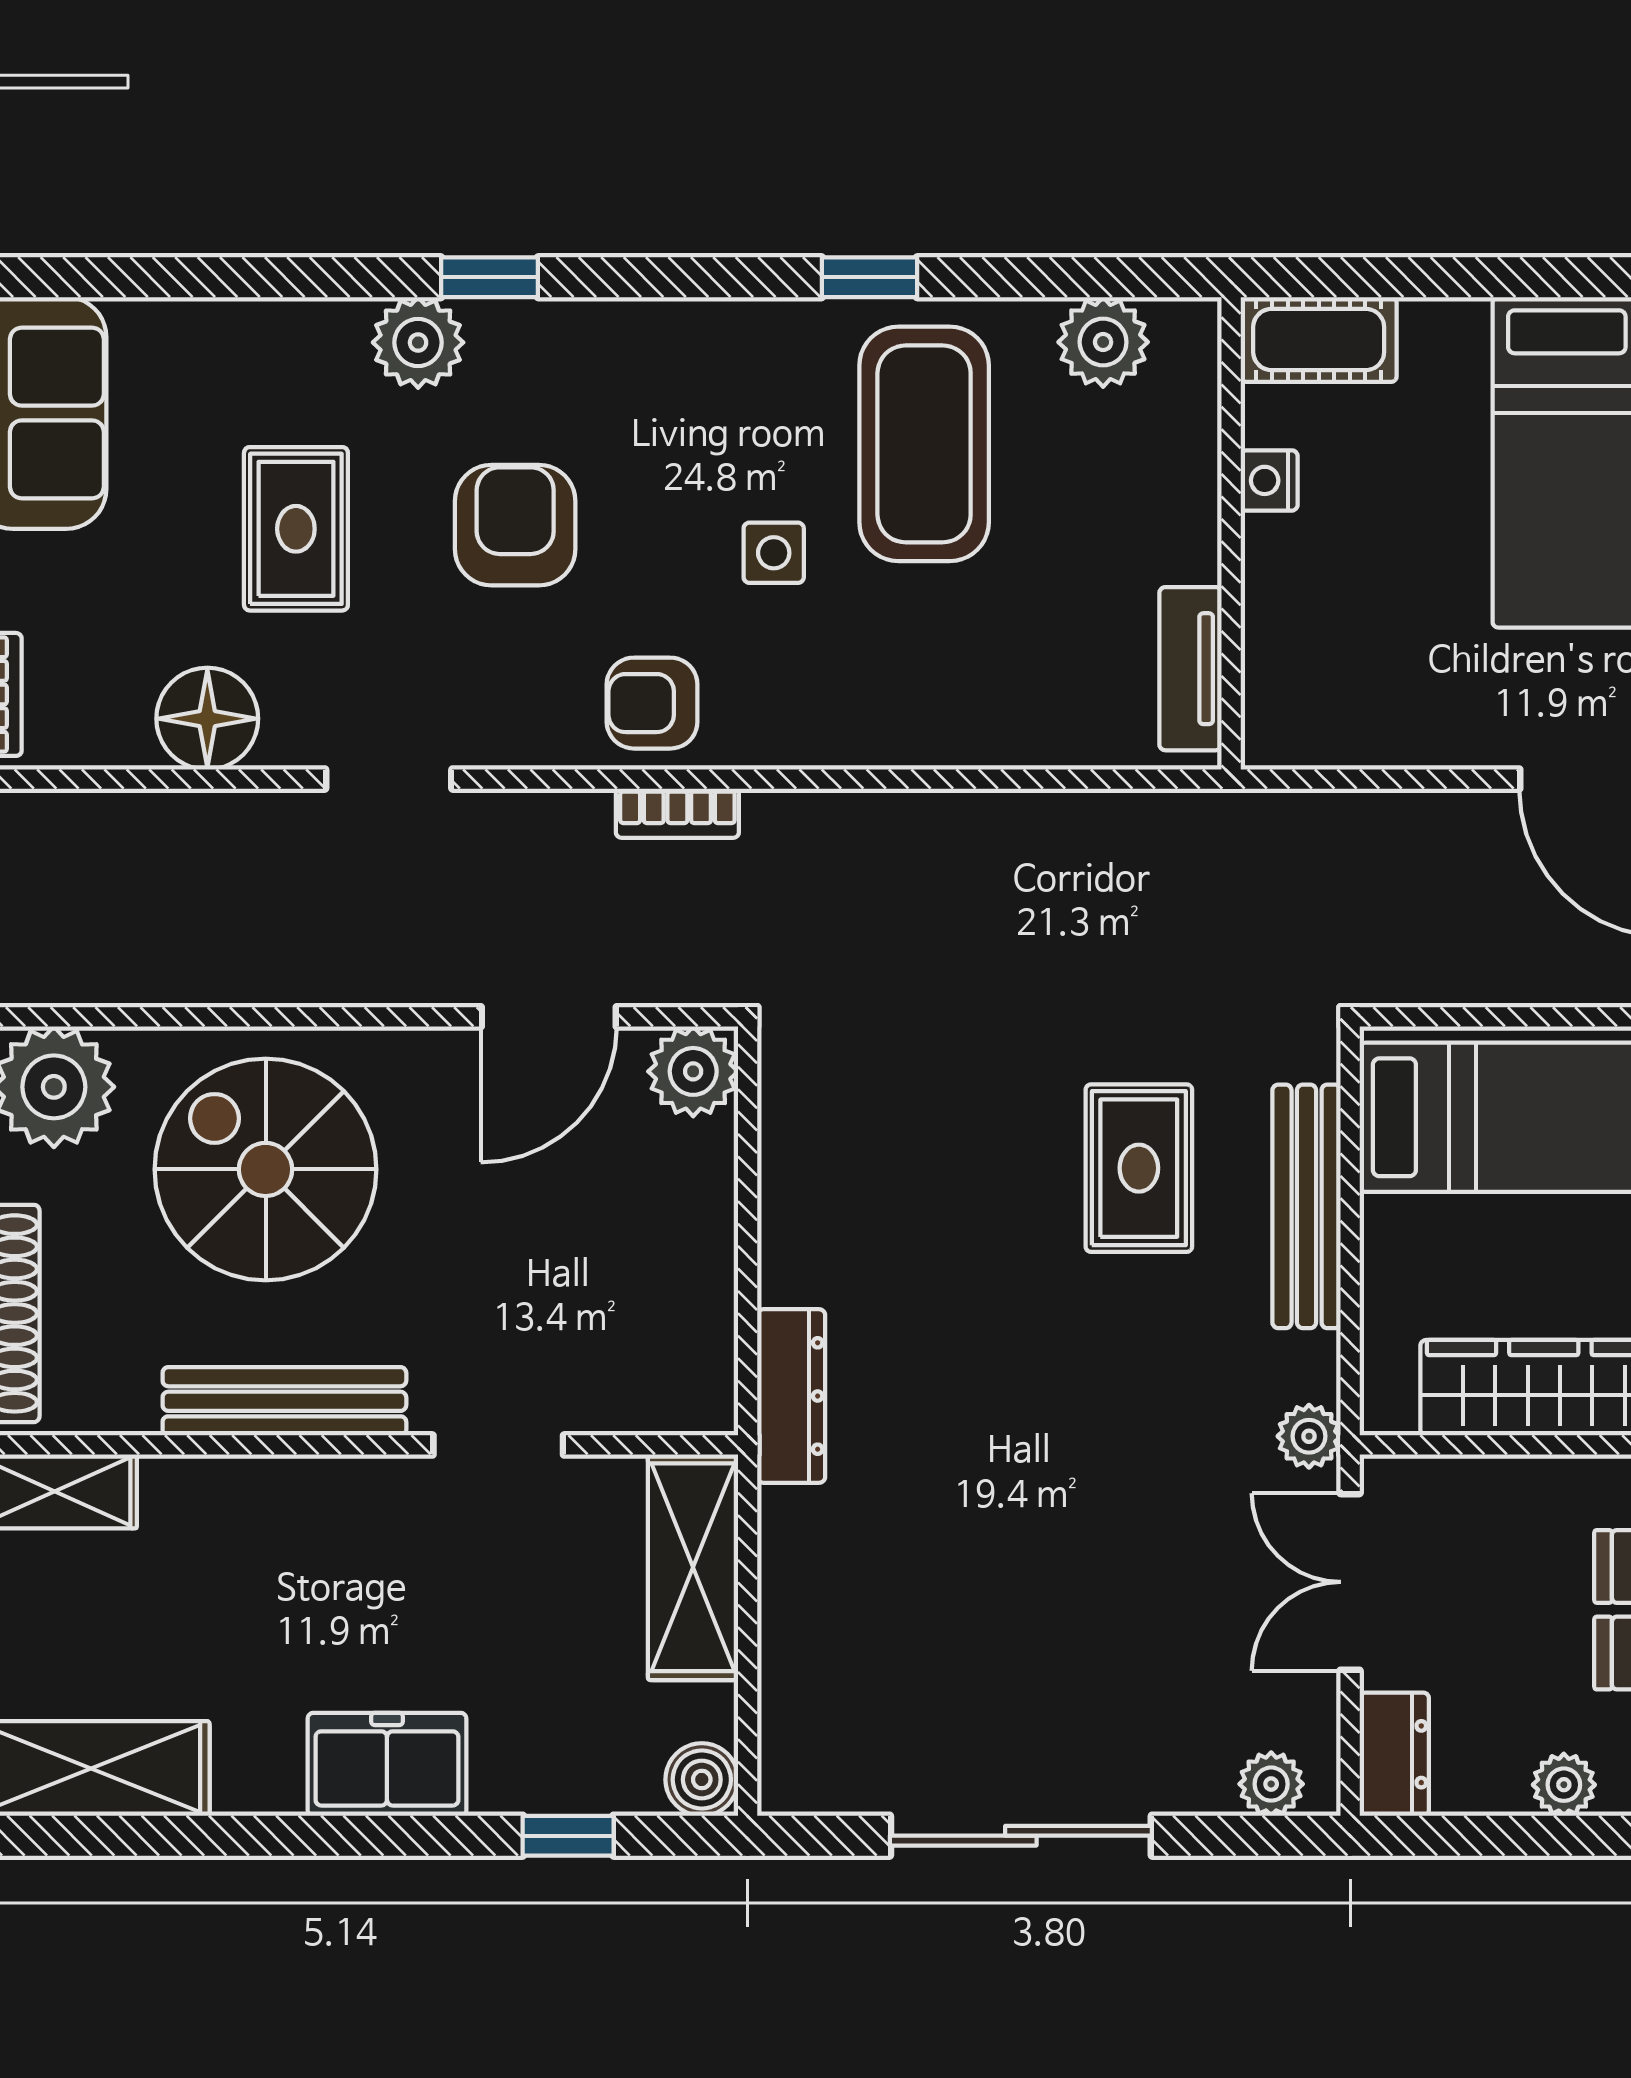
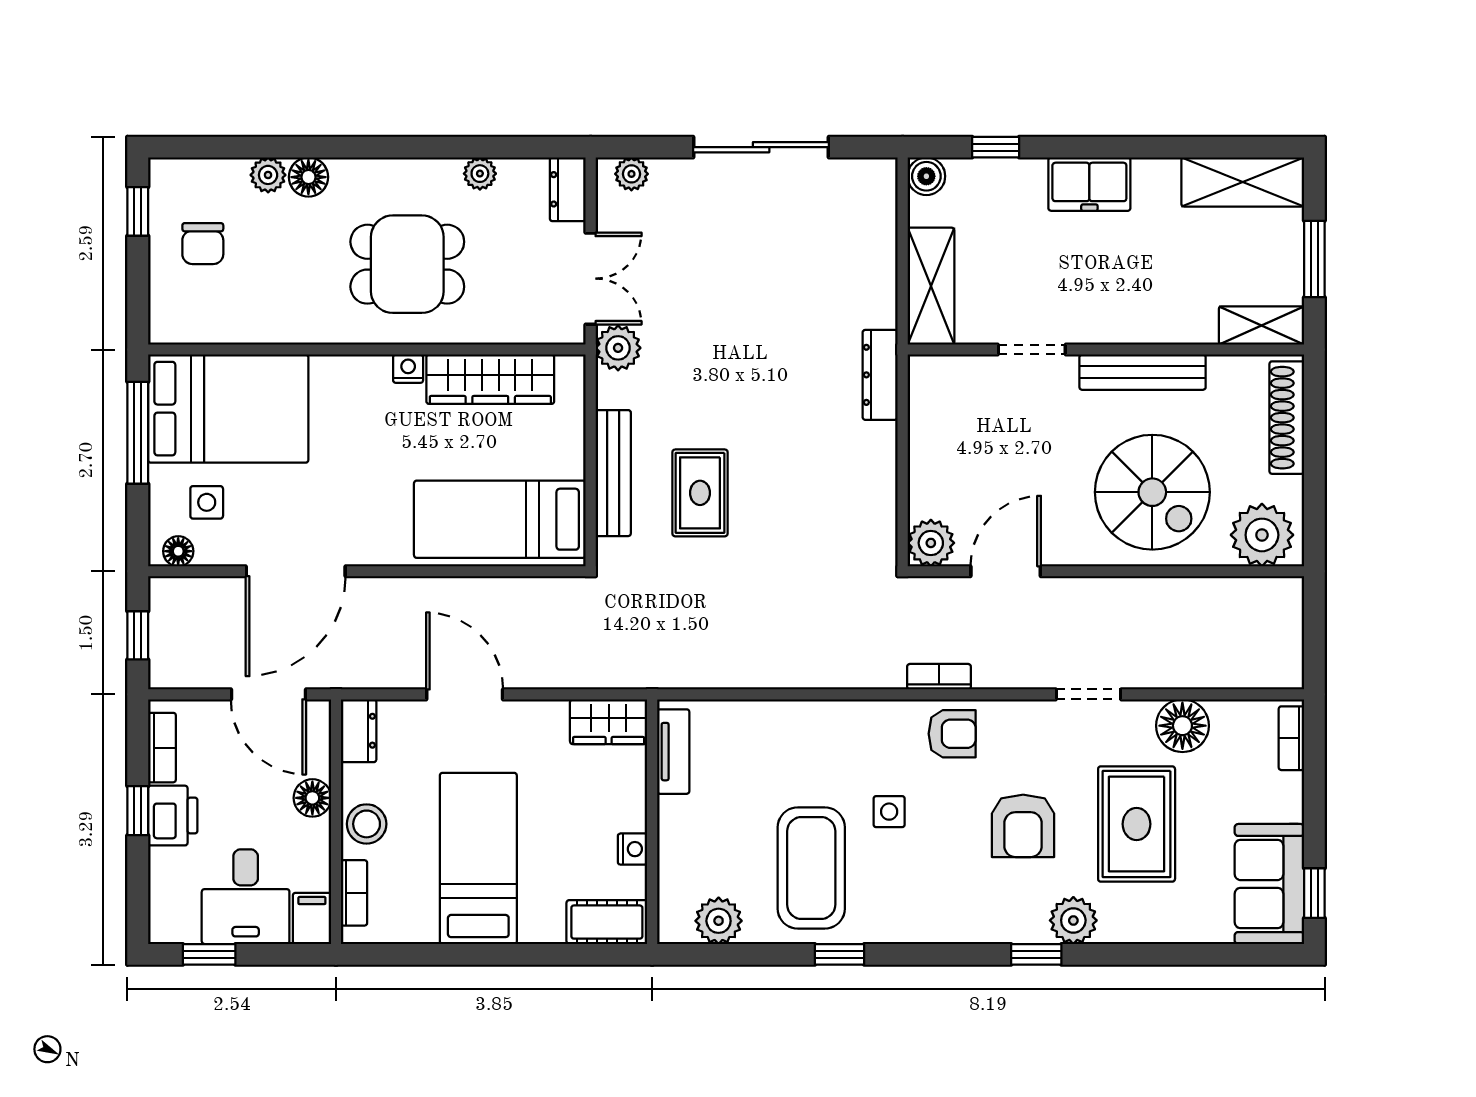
rug: (296, 529) -> (1137, 824), width x1.36, depth x1.43
wardrobe: (1315, 726) -> (609, 722), added
plant: (1309, 1436) -> (618, 348), width x1.38, depth x1.38

